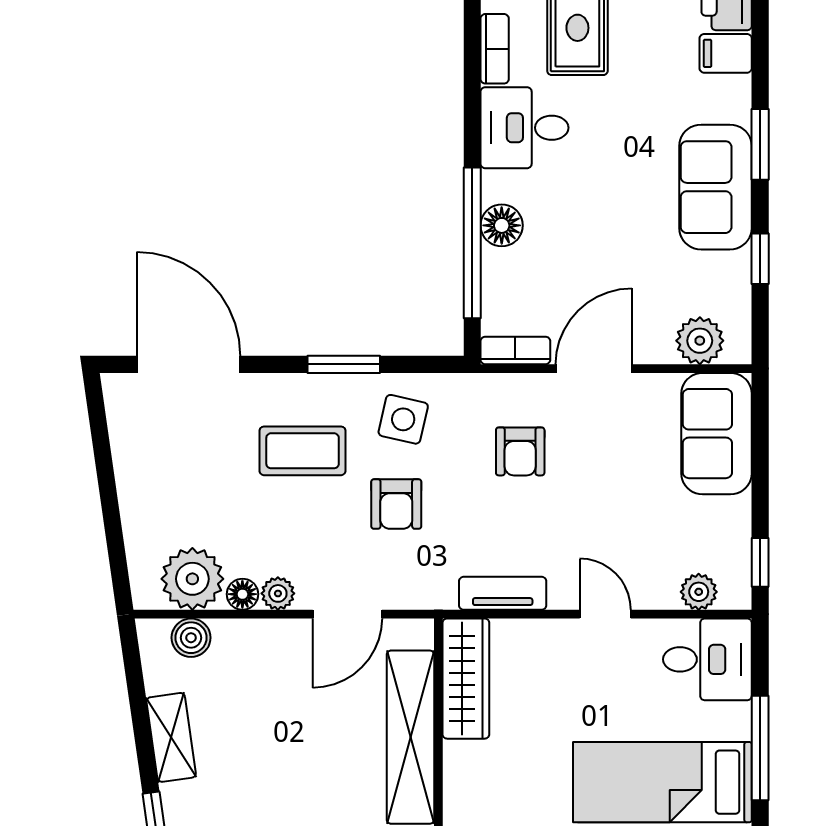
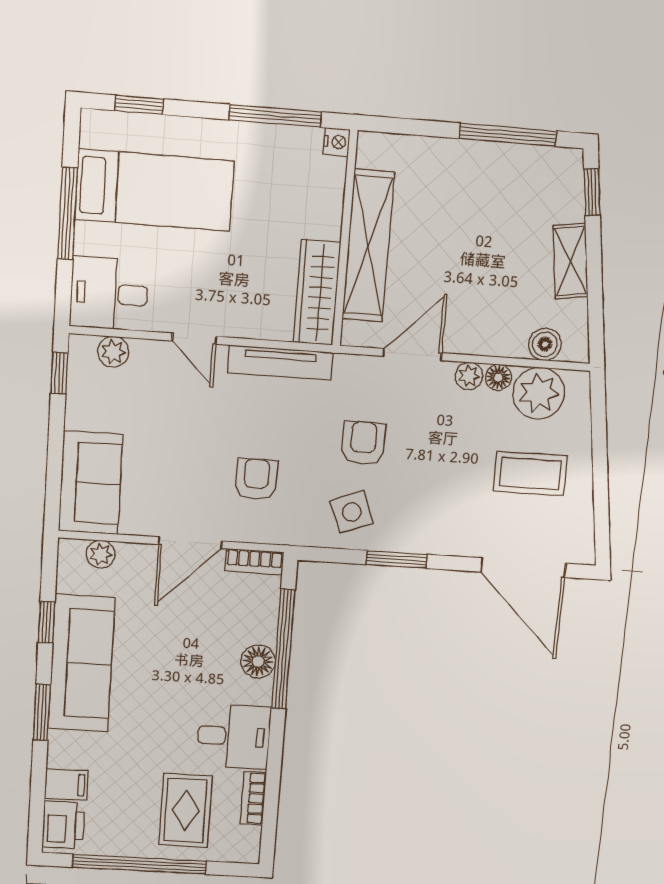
sofa: (715, 187) -> (81, 663), width x1.36
plant: (700, 341) -> (101, 554), width x0.73, depth x0.73
side table: (403, 419) -> (352, 512), turned -34
coffee table: (303, 451) -> (530, 474), moved
tv unit: (503, 593) -> (280, 363), width x1.41

